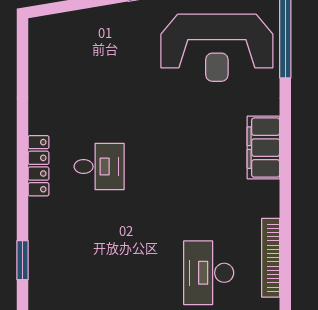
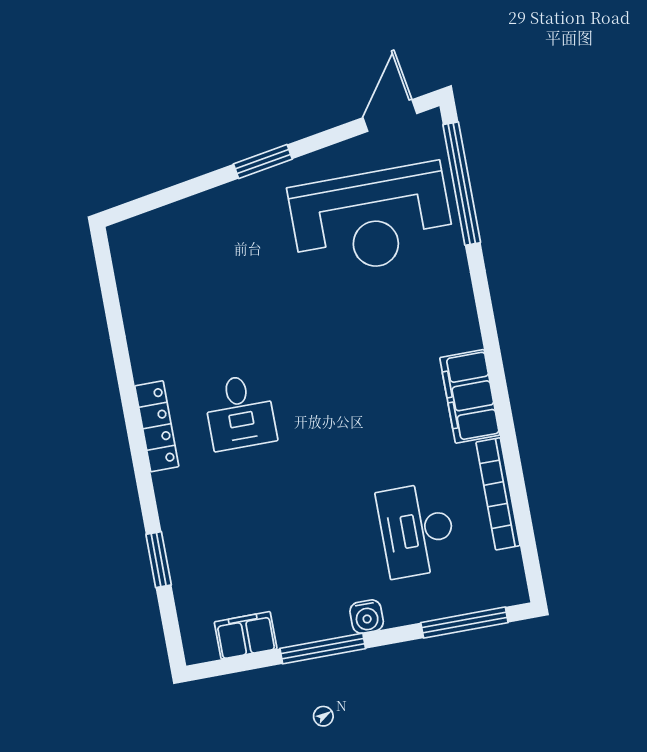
filing cabinet: (263, 148) -> (470, 396), moved
desk: (99, 167) -> (240, 412), turned 90

